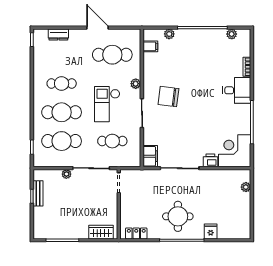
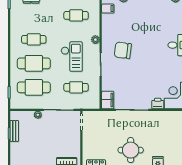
cafe table: (112, 55) -> (76, 15), width x0.73, depth x0.74
checkout: (107, 104) -> (72, 57), turned 180

